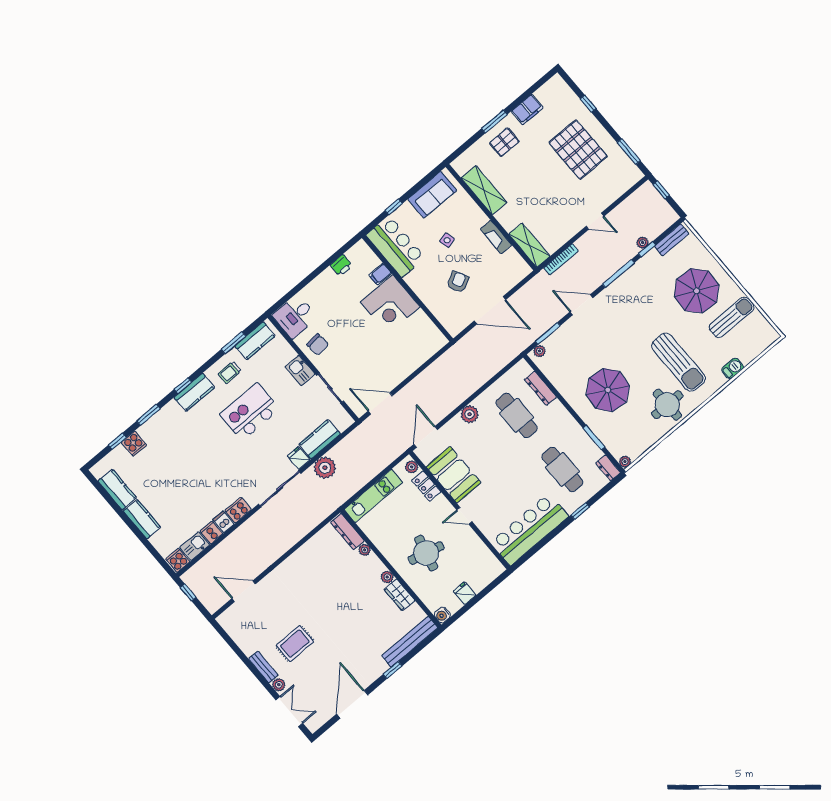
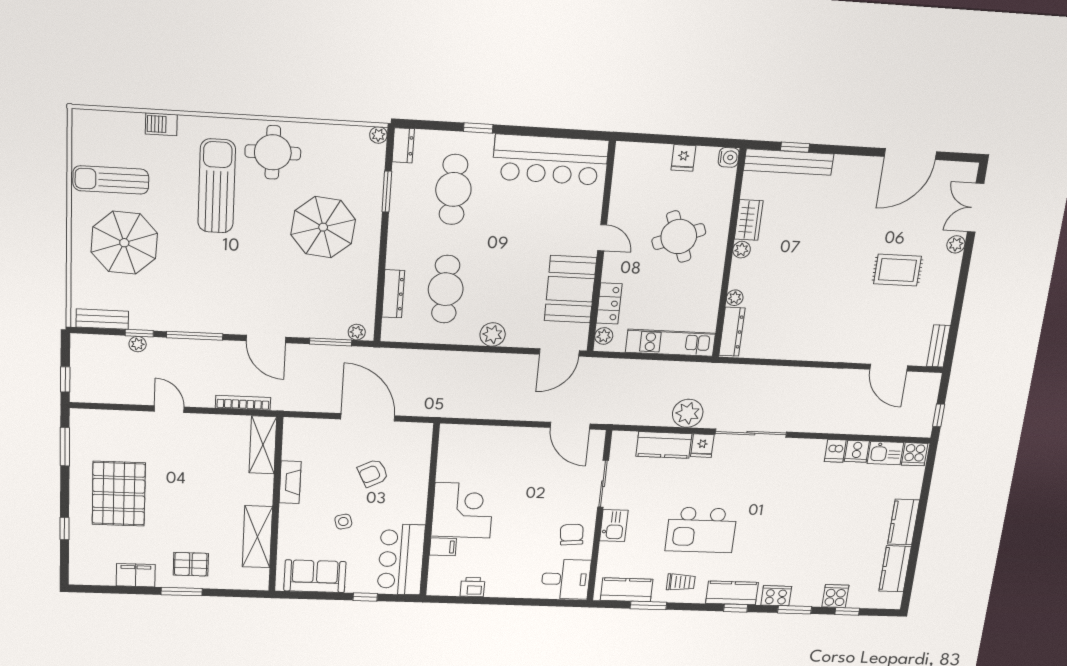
cooker: (238, 510) -> (776, 596), moved, turned 180
round table: (426, 553) -> (679, 237), turned -35
bench: (263, 667) -> (939, 346), moved
window: (393, 670) -> (795, 147), moved

